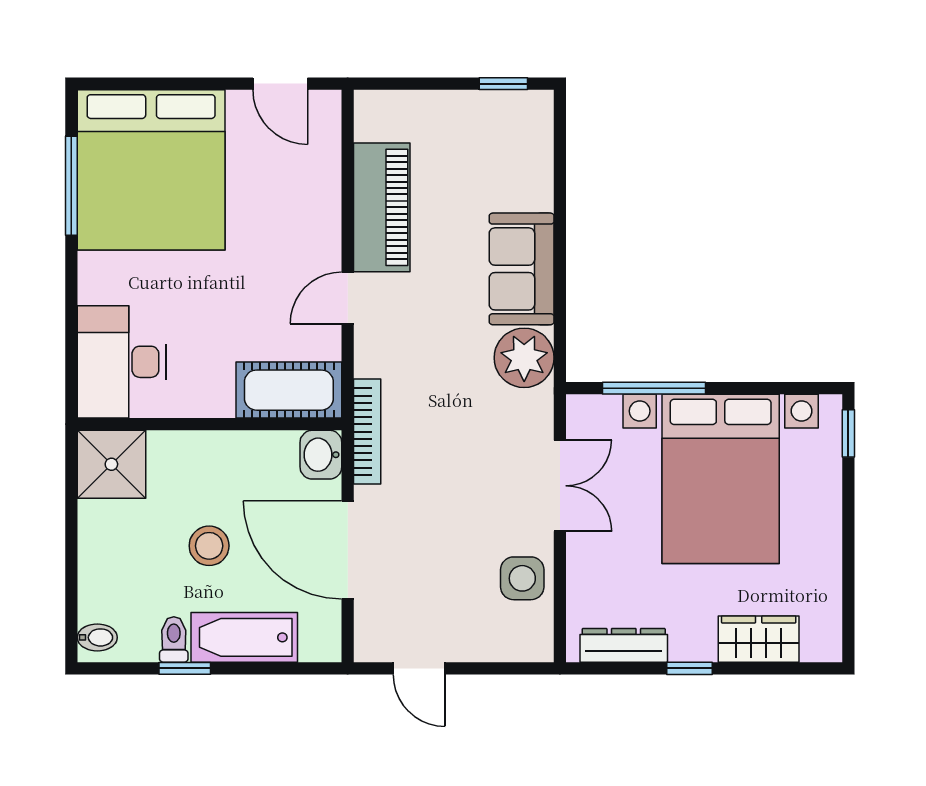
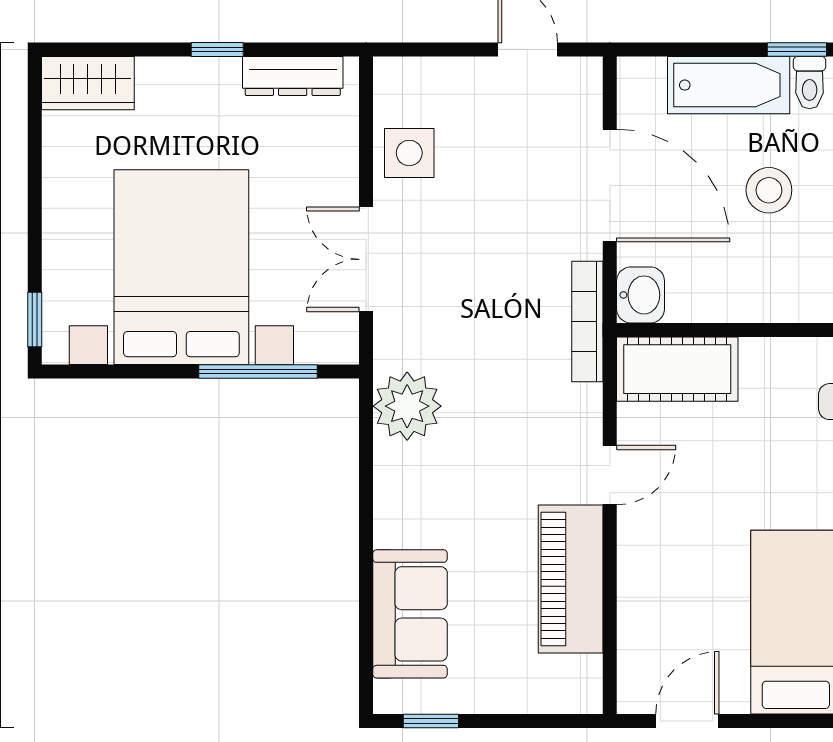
door: (280, 84) -> (687, 721), hinge flipped
sofa: (522, 269) -> (410, 614), moved
wardrobe: (759, 639) -> (88, 83), moved

